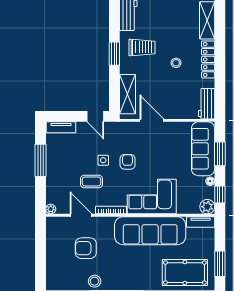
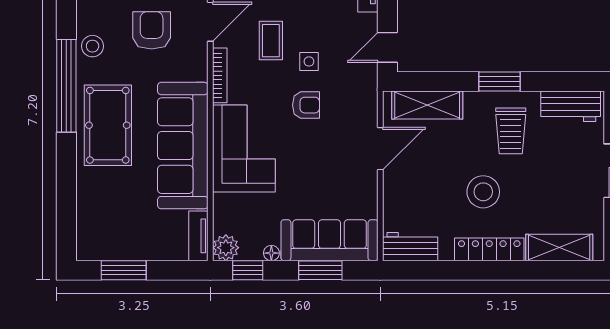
stool: (176, 63) -> (483, 192), width x1.89, depth x1.89
pool table: (185, 273) -> (108, 125), moved

